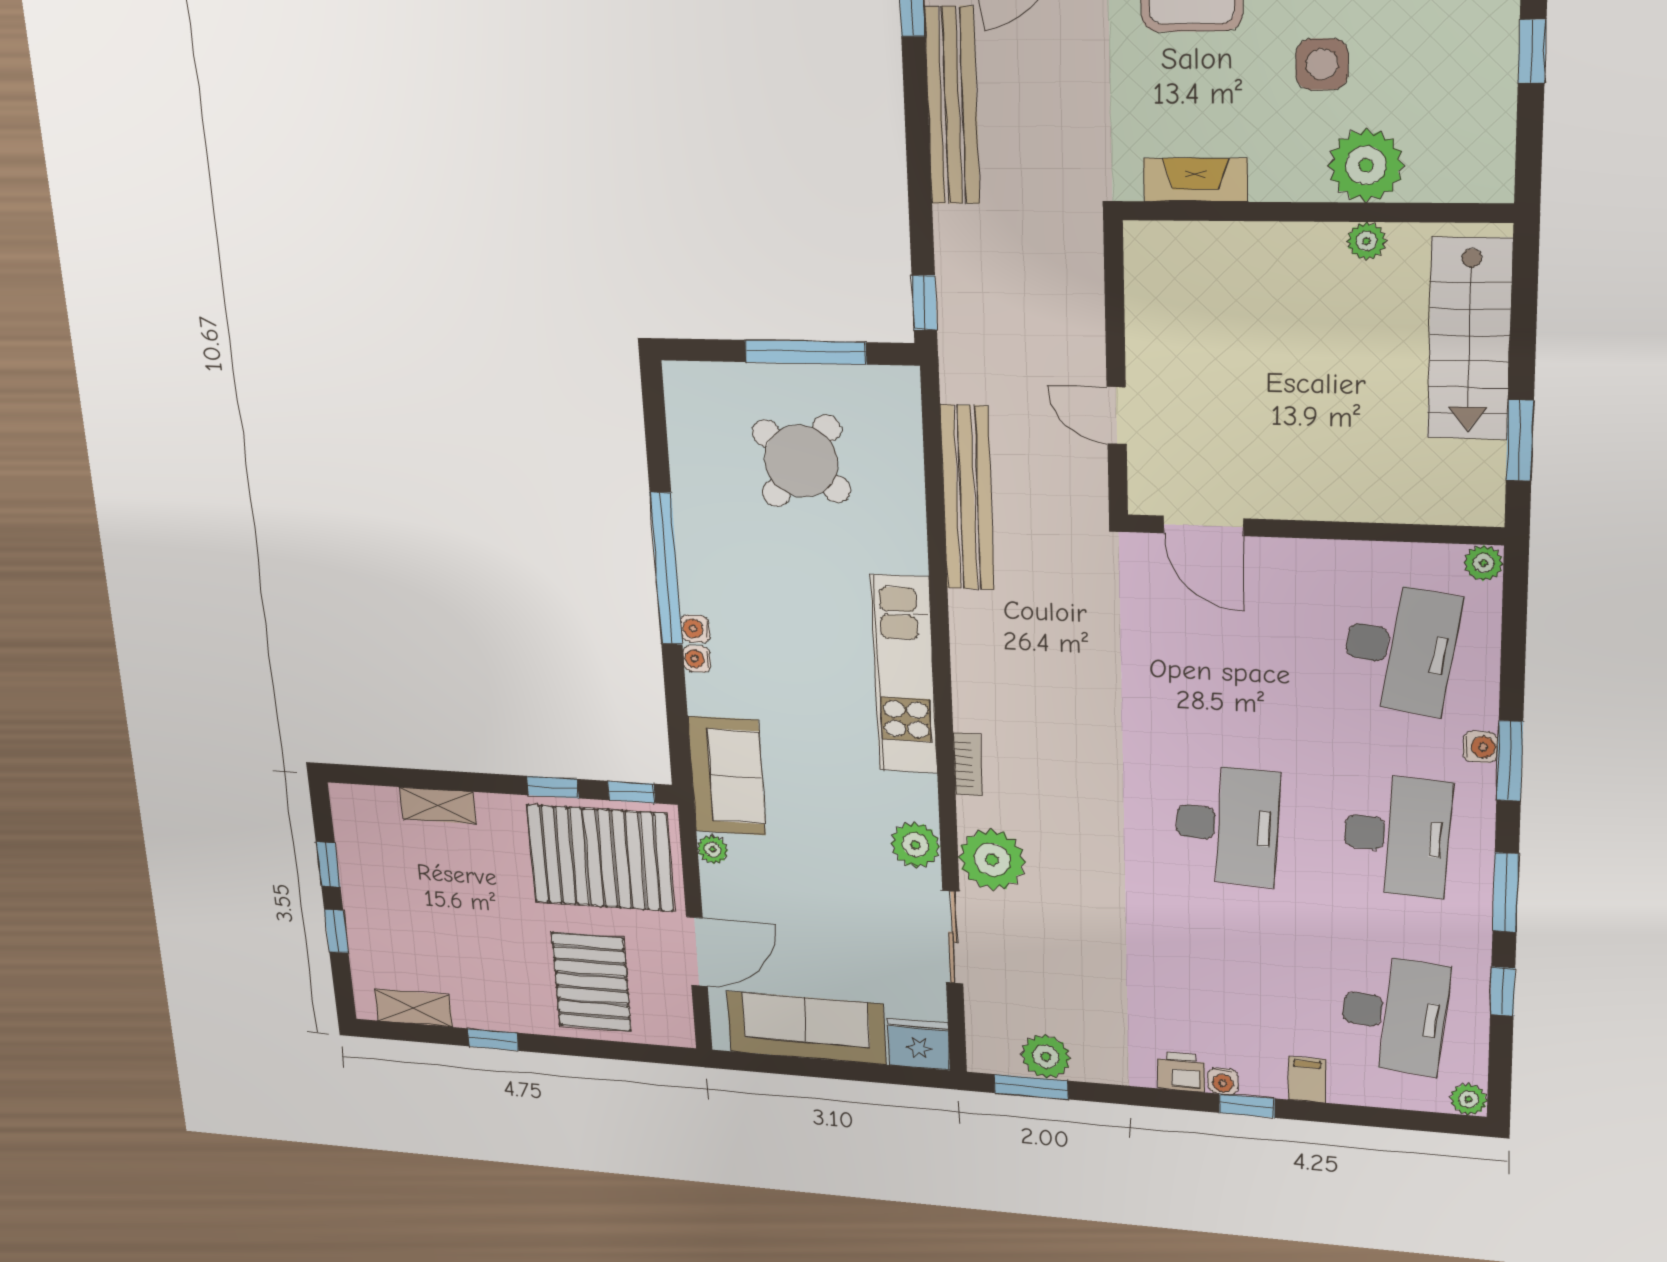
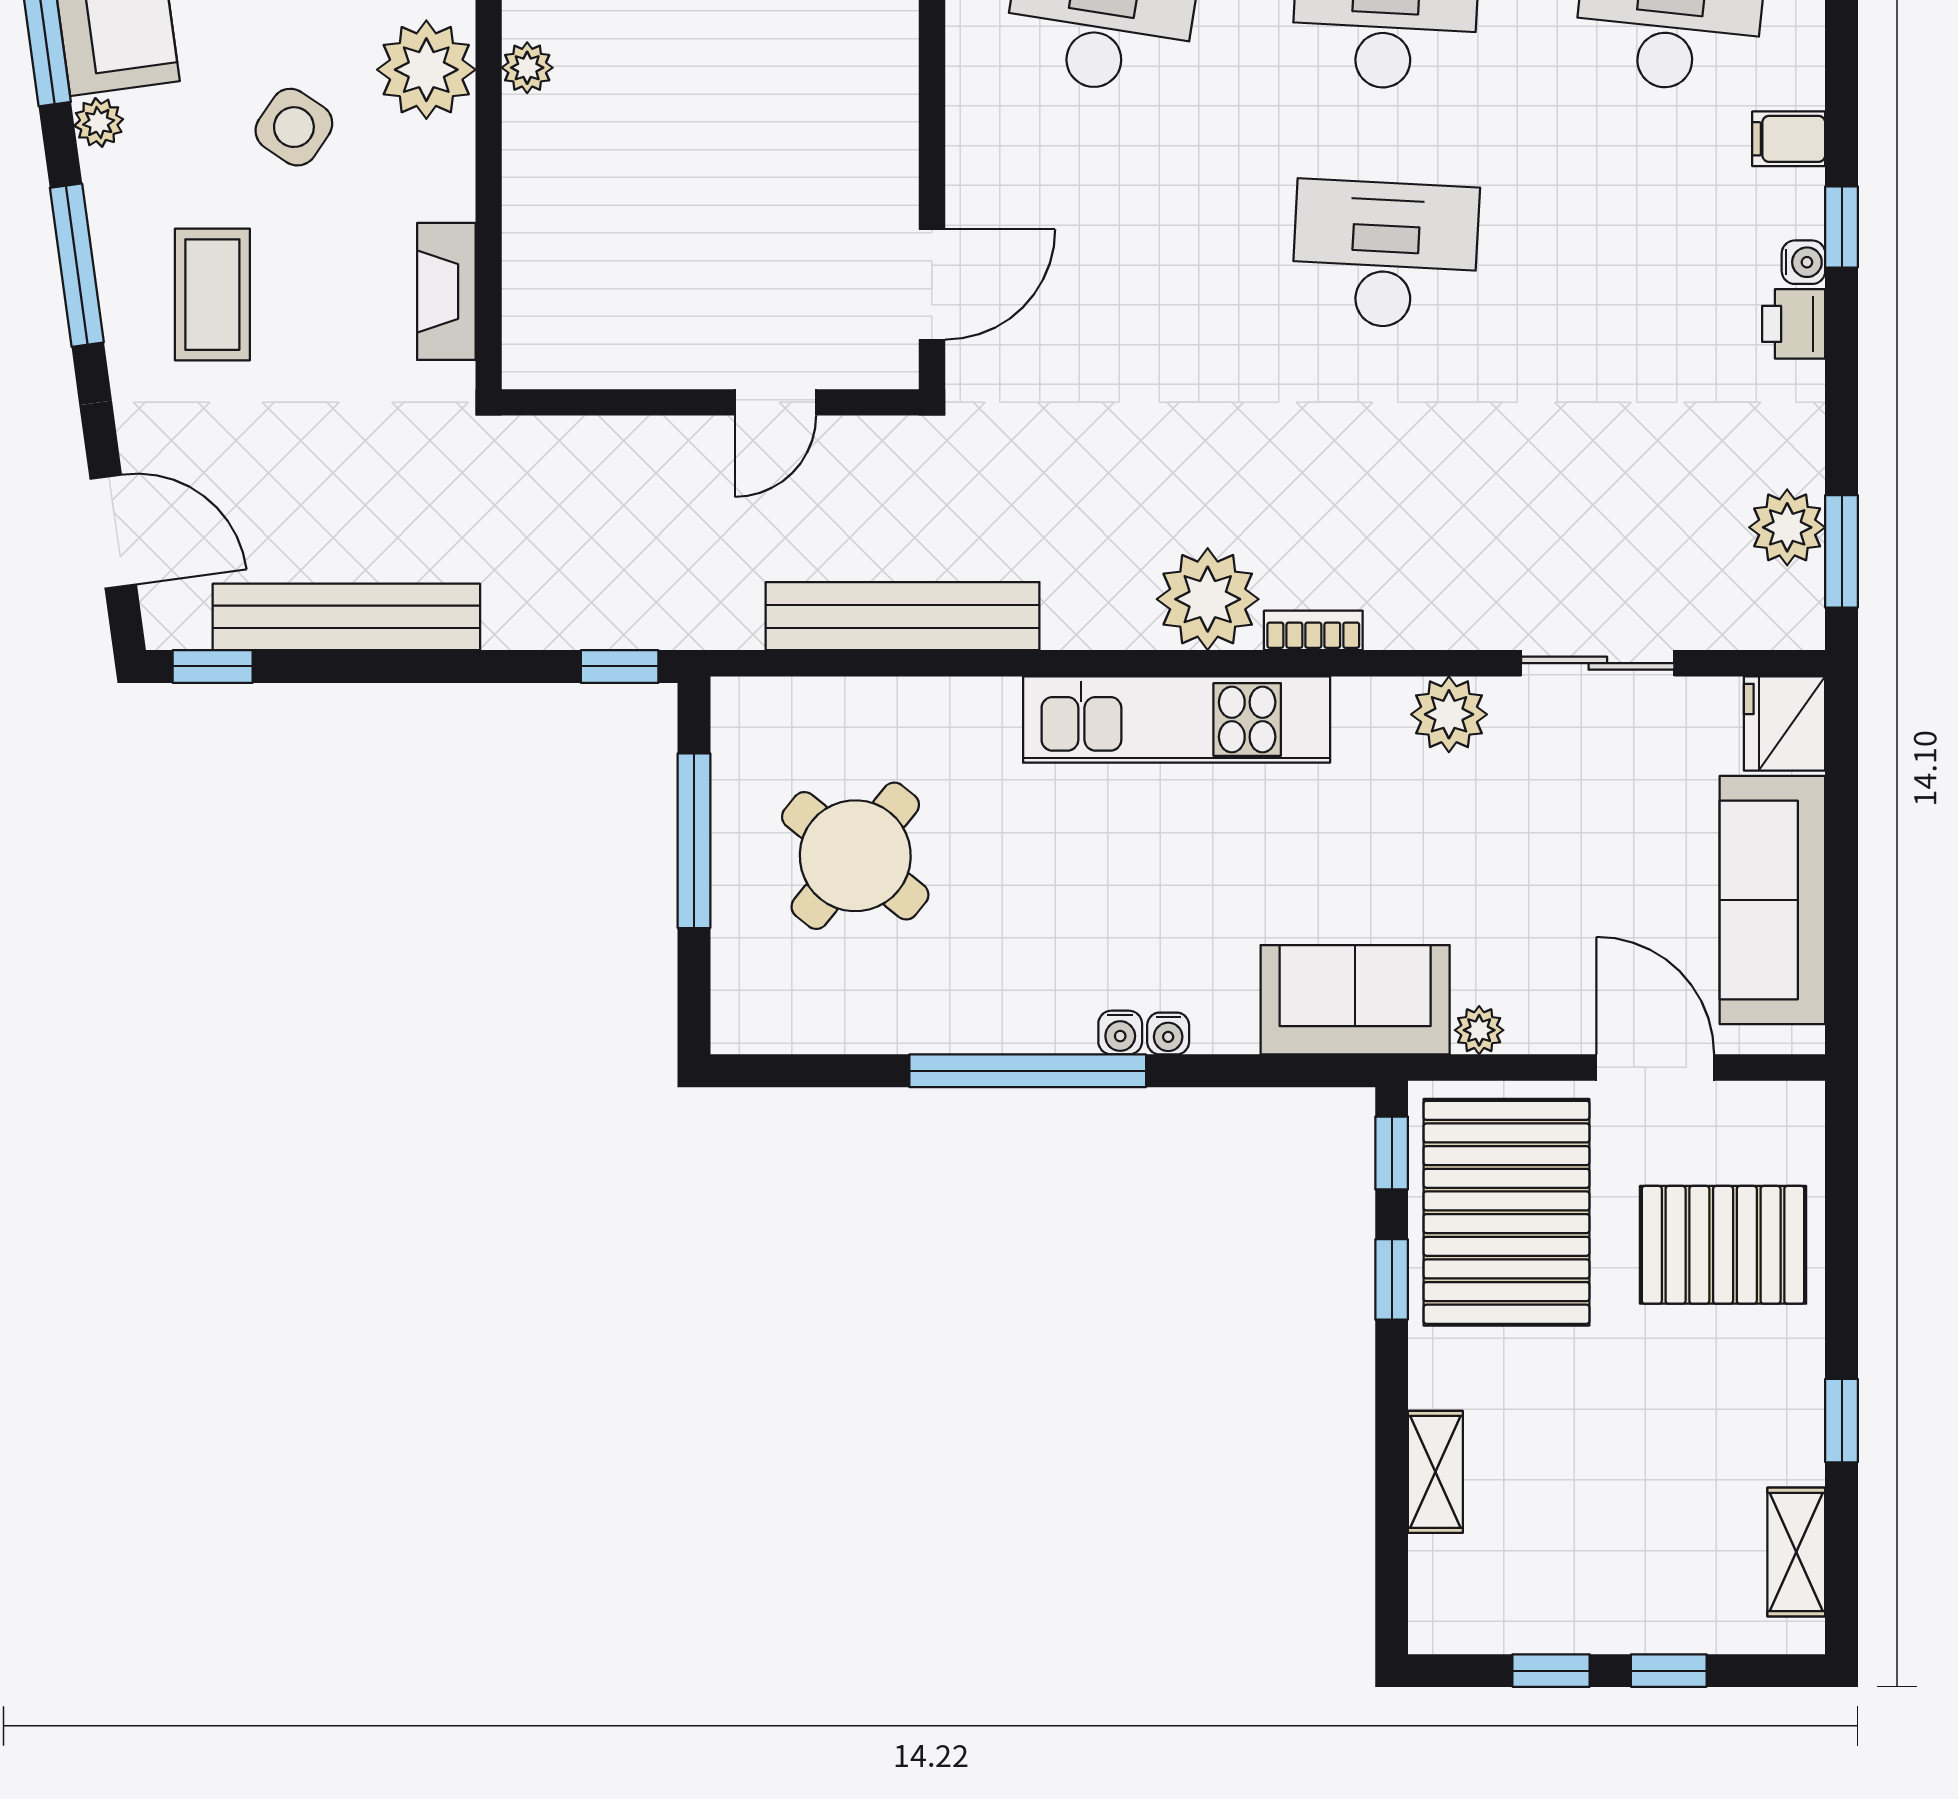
side table: (1322, 64) -> (294, 127), turned 34
plant: (992, 860) -> (1208, 599), moved

